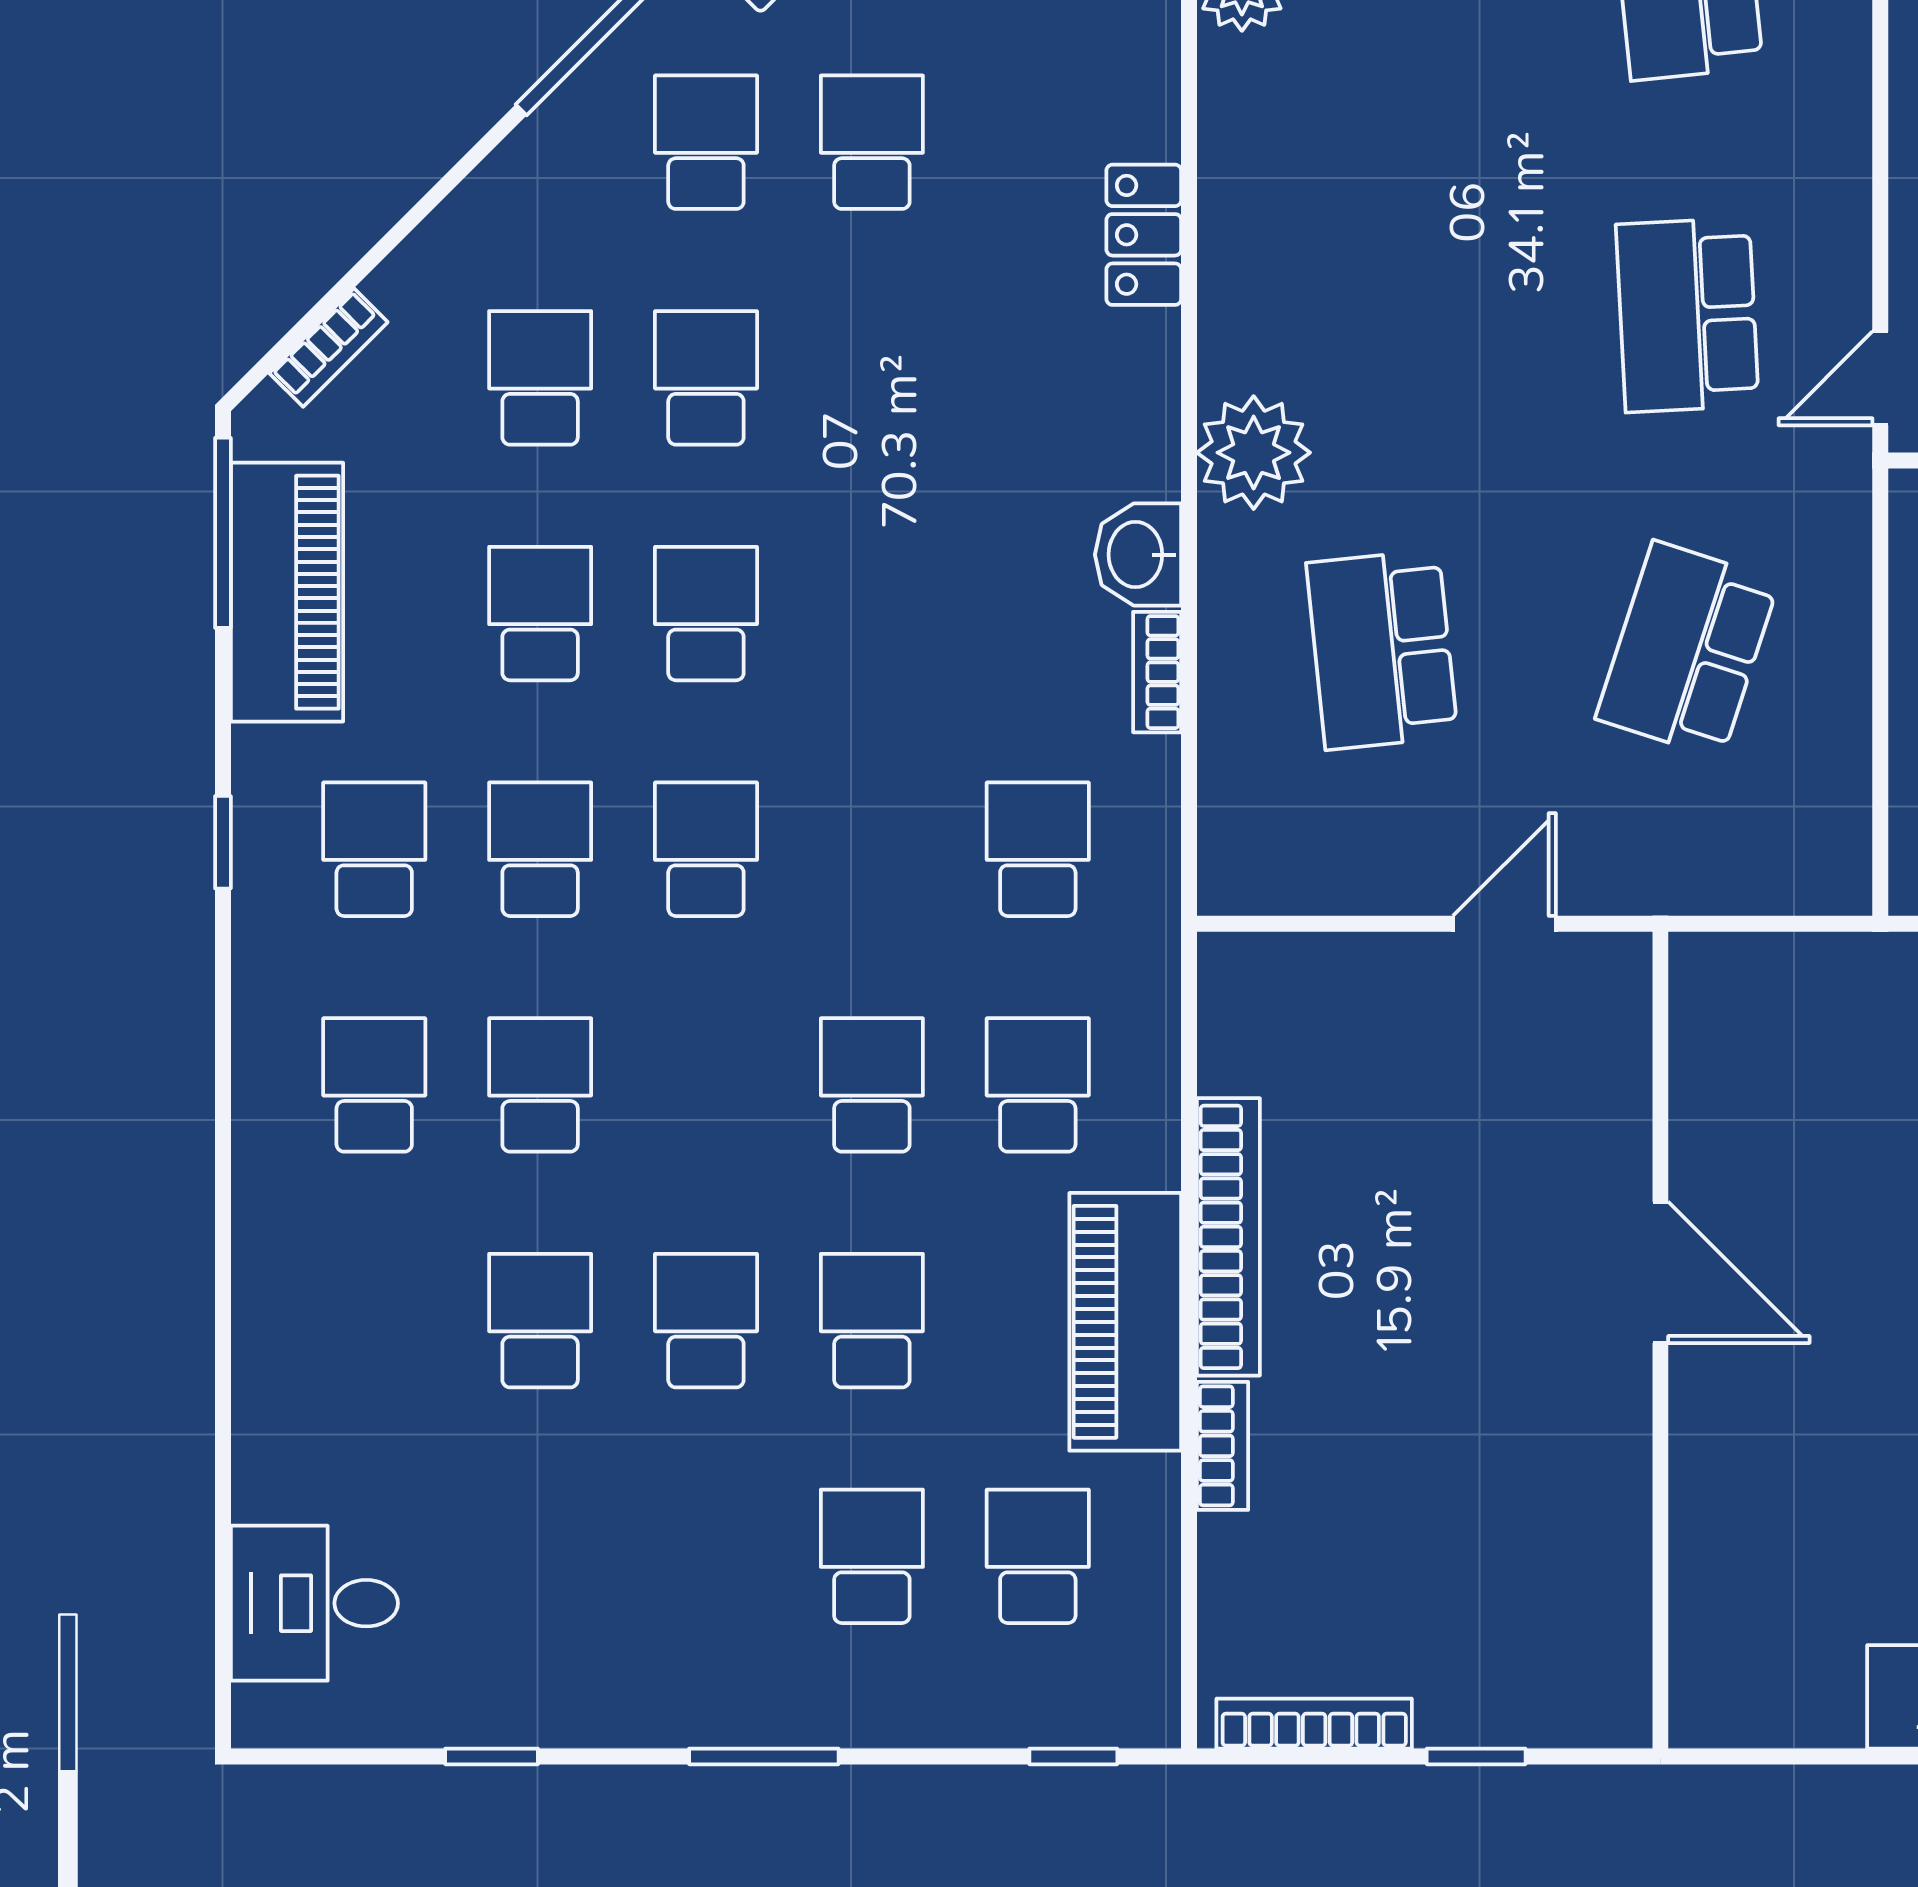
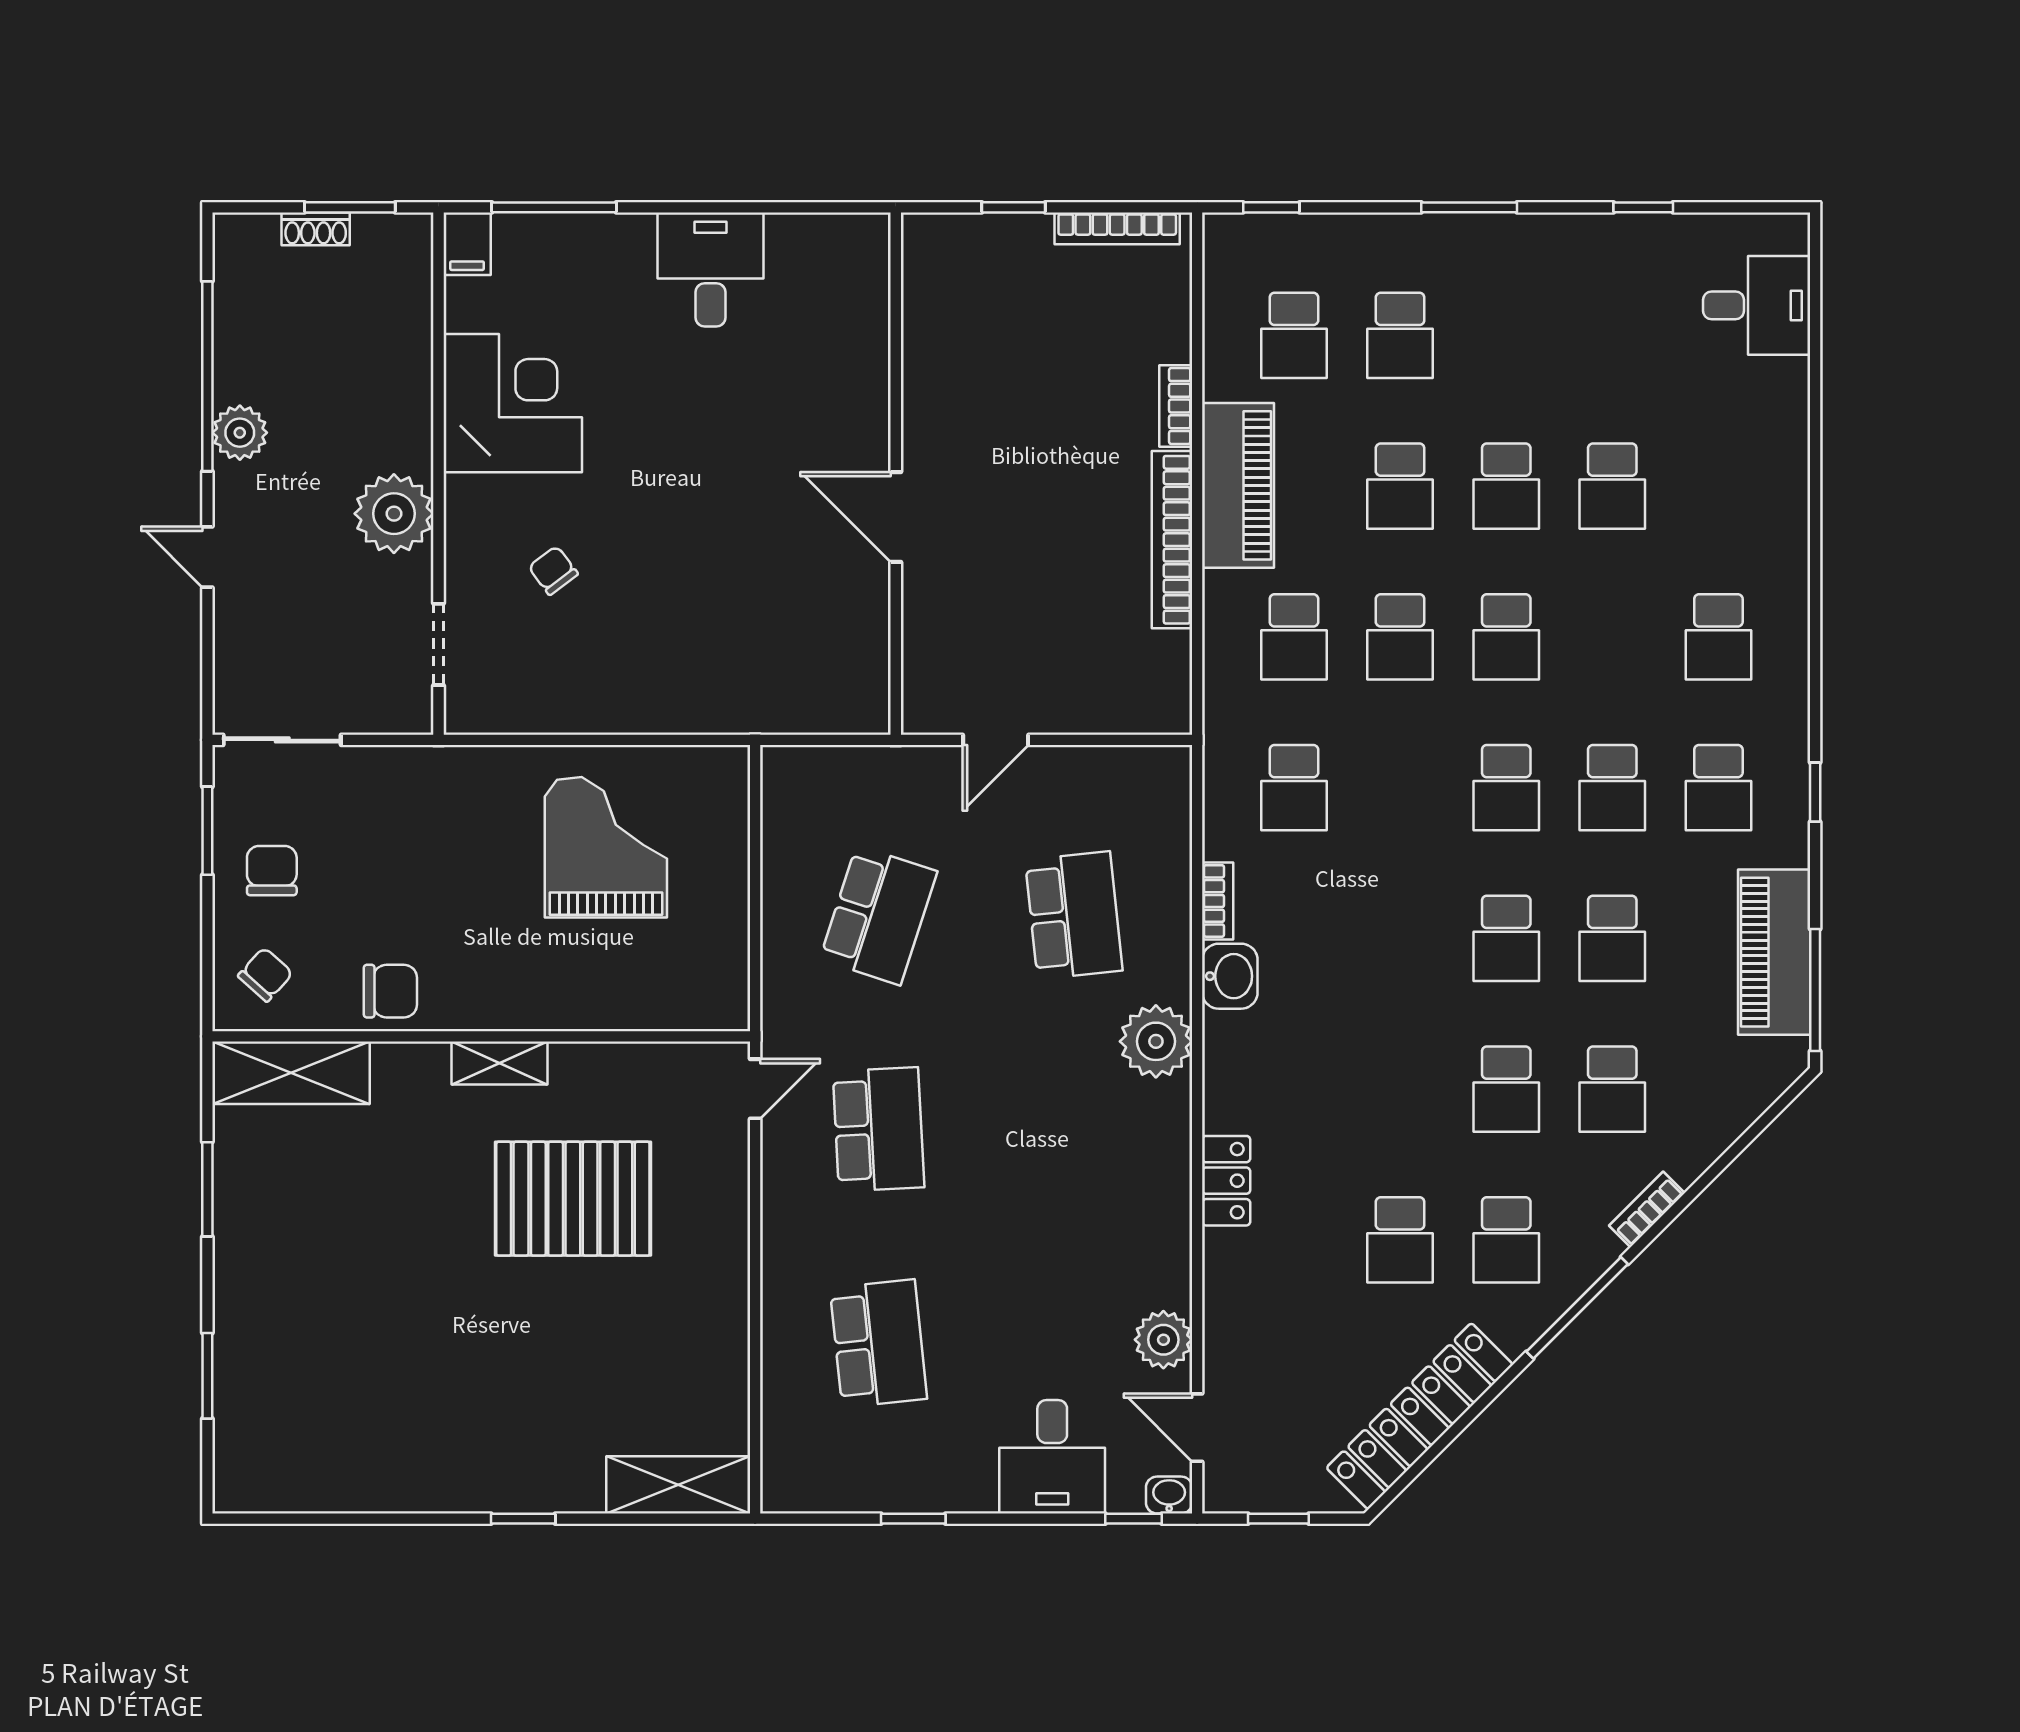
bookcase: (328, 348) -> (1647, 1209), moved
school desk: (540, 1085) -> (1506, 637), moved

